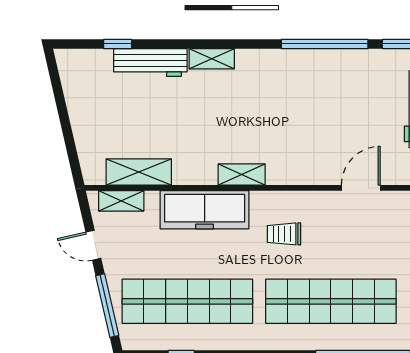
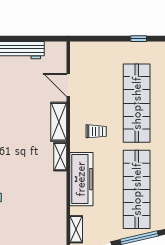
shelving: (139, 172) -> (59, 122), moved
trolley: (284, 234) -> (96, 131), turned -90

